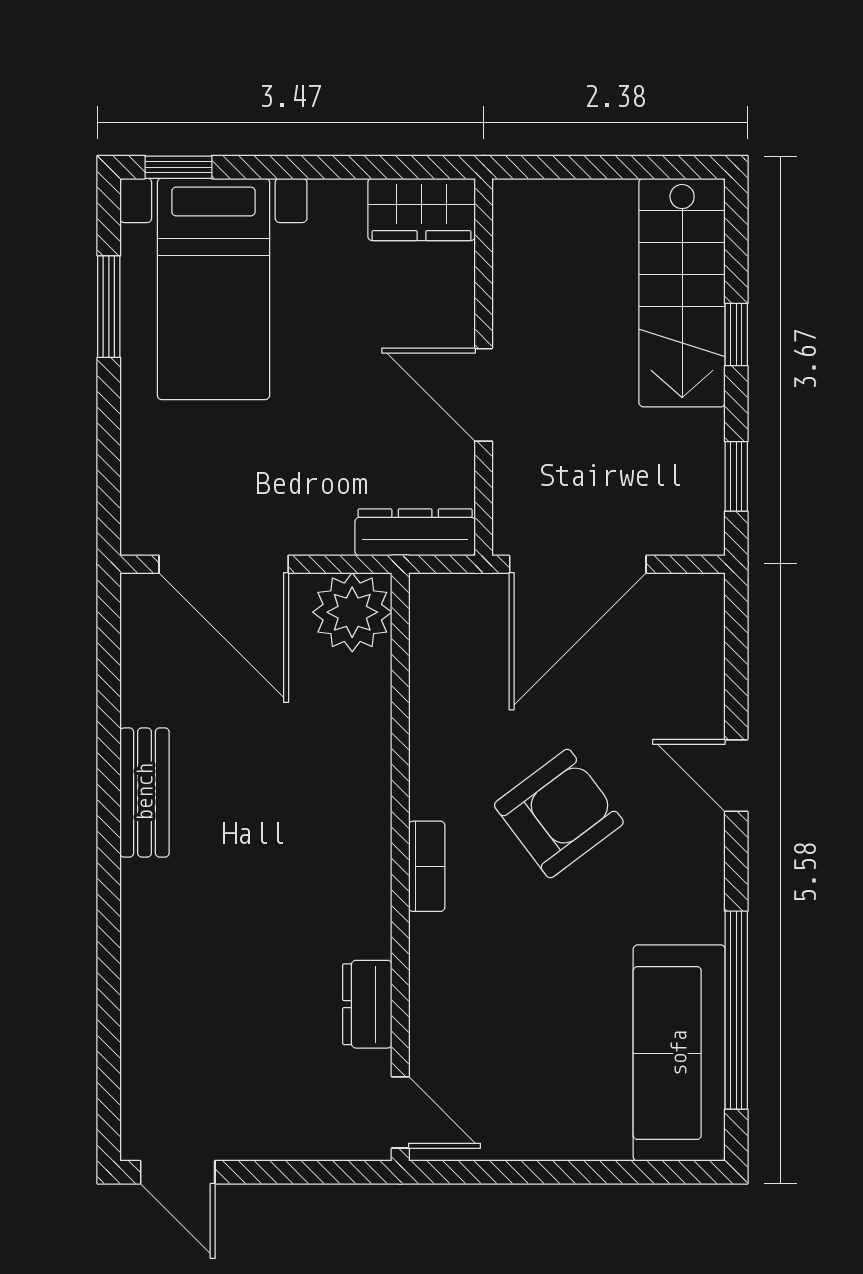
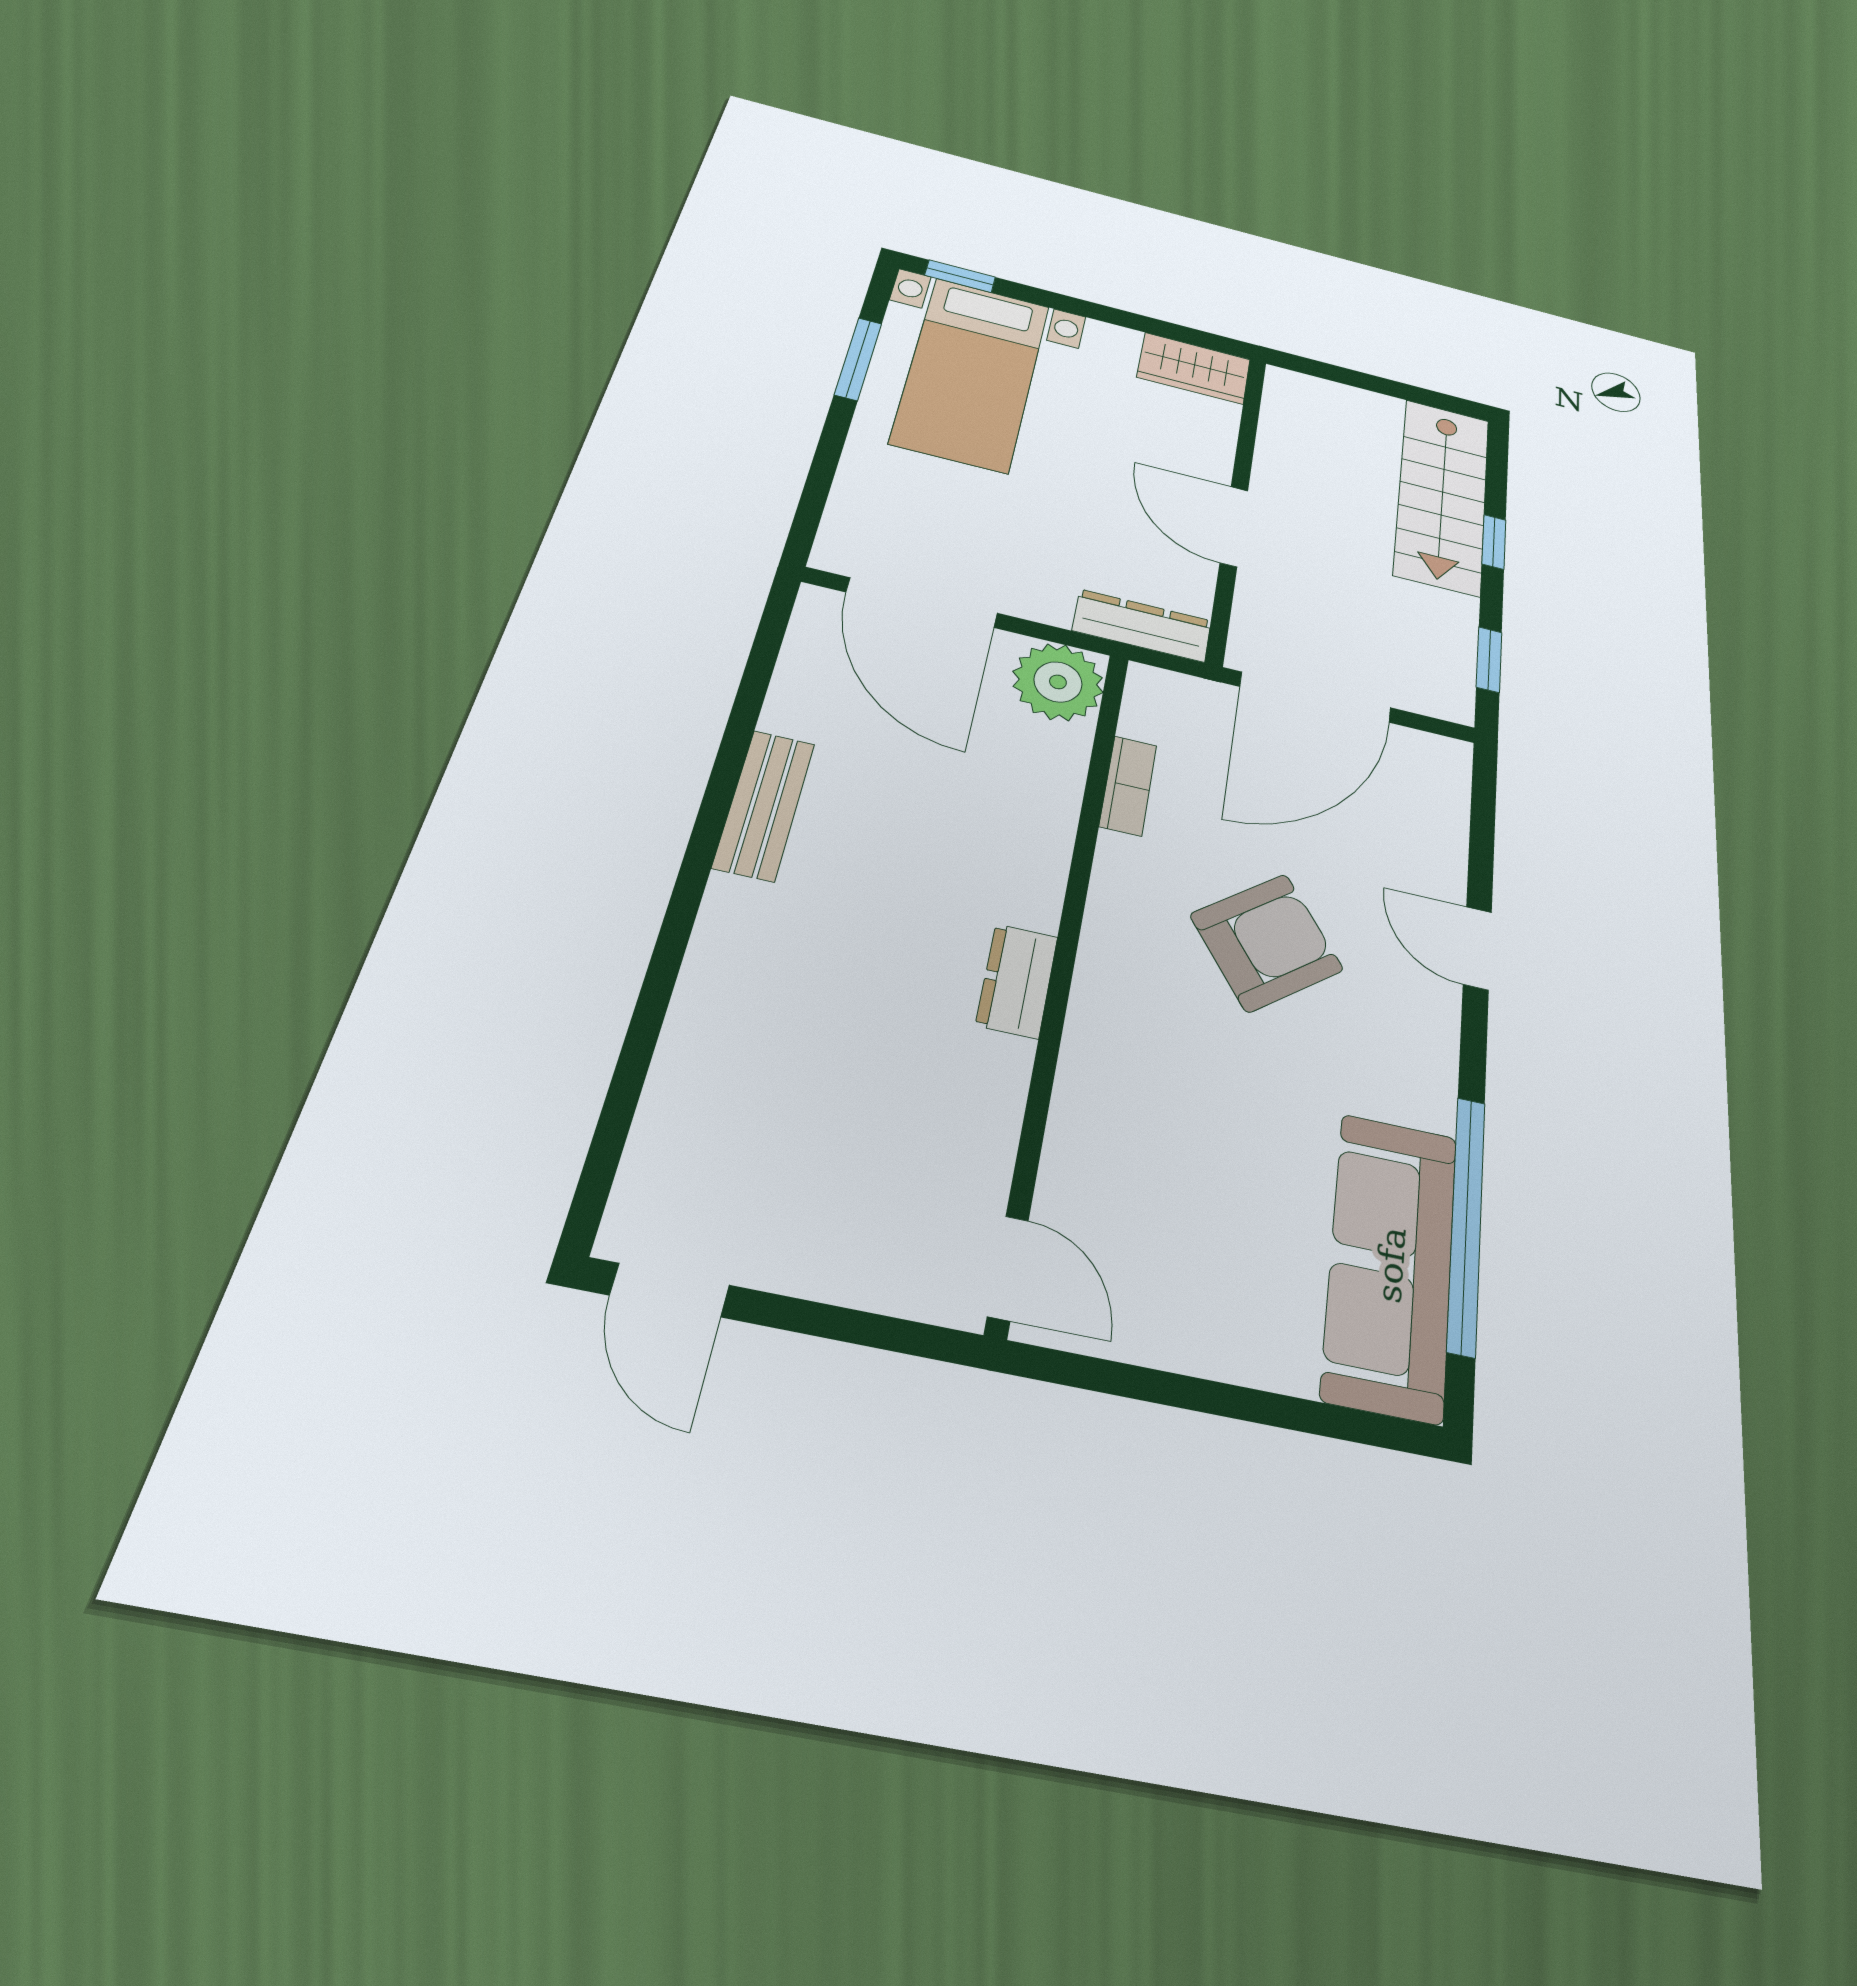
bookcase: (427, 866) -> (1128, 786), moved
dresser: (367, 1004) -> (1017, 981), moved

